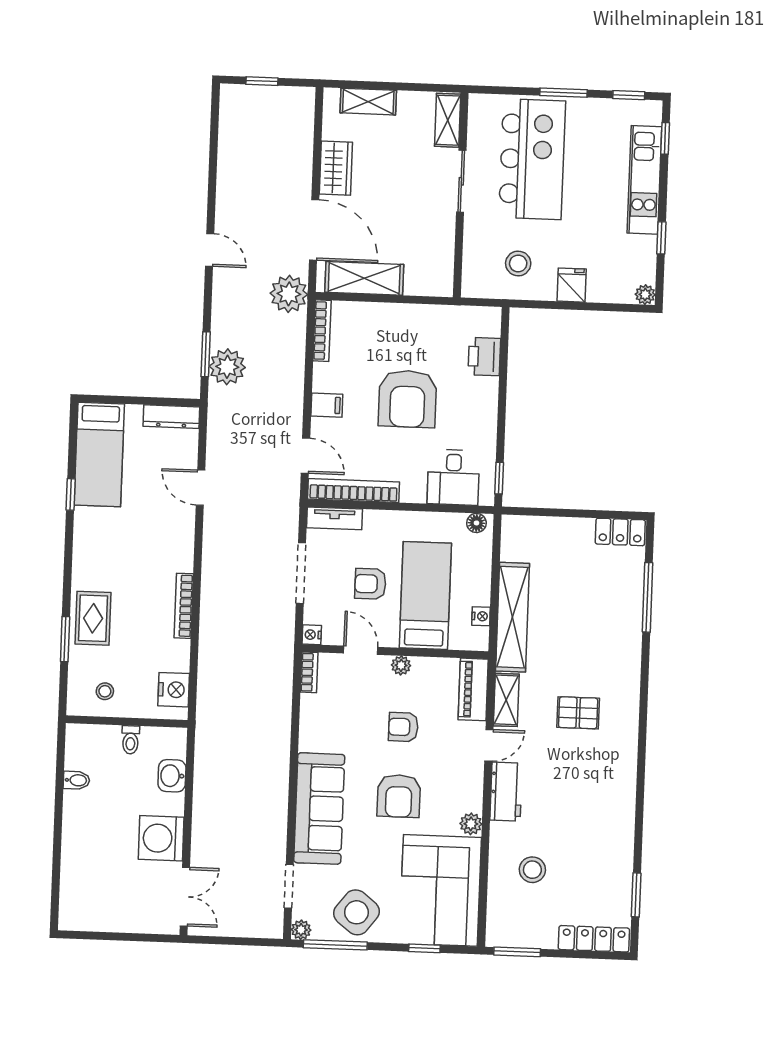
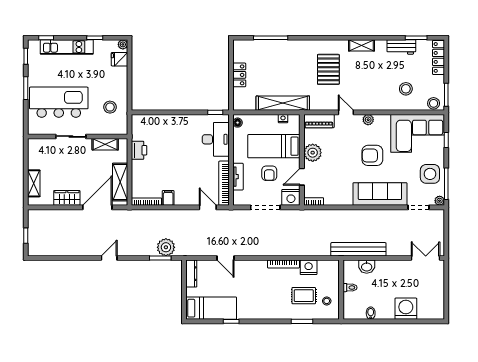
shelving: (448, 120) -> (105, 144), moved
fridge: (572, 285) -> (120, 59), moved
plant: (289, 294) -> (129, 219), removed
printer: (484, 357) -> (139, 150), moved, turned -90
armchair: (407, 399) -> (178, 159), removed
filing cabinet: (327, 405) -> (168, 198), moved
door: (305, 456) -> (208, 207), hinge flipped
desk: (453, 477) -> (216, 139), width x1.37
door: (200, 488) -> (225, 258), hinge flipped
tv unit: (334, 518) -> (238, 177), moved
locker: (620, 532) -> (239, 75), moved
rug: (93, 618) -> (304, 296), moved
nightstand: (312, 635) -> (291, 197), width x1.89, depth x1.79
plant: (401, 665) -> (313, 153), width x1.88, depth x1.88
nightstand: (174, 690) -> (309, 267), moved
shelving: (506, 700) -> (361, 45), moved
pallet: (578, 713) -> (328, 69), width x1.50, depth x1.42
armchair: (403, 727) -> (339, 155), removed
bench: (208, 760) -> (358, 249), added
workbench: (506, 792) -> (401, 47), moved, turned 180
armchair: (399, 796) -> (372, 155), turned 180
plant: (471, 824) -> (368, 120), moved
washing machine: (161, 838) -> (406, 309), moved, turned 180
side table: (356, 912) -> (430, 174), turned -38
stool: (500, 925) -> (434, 103), added

